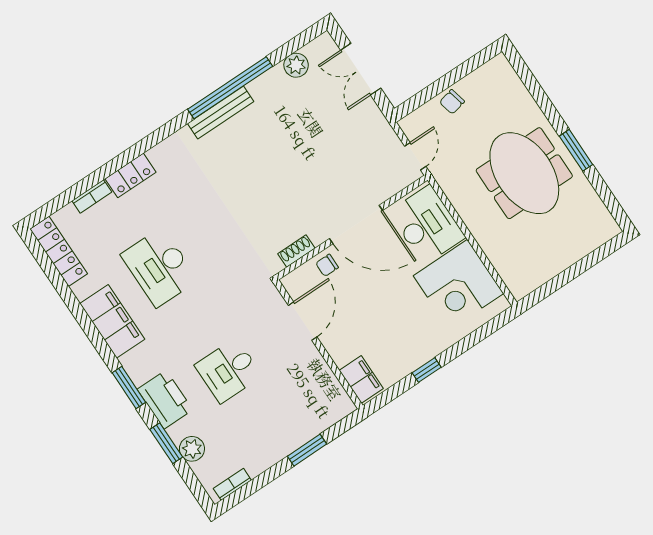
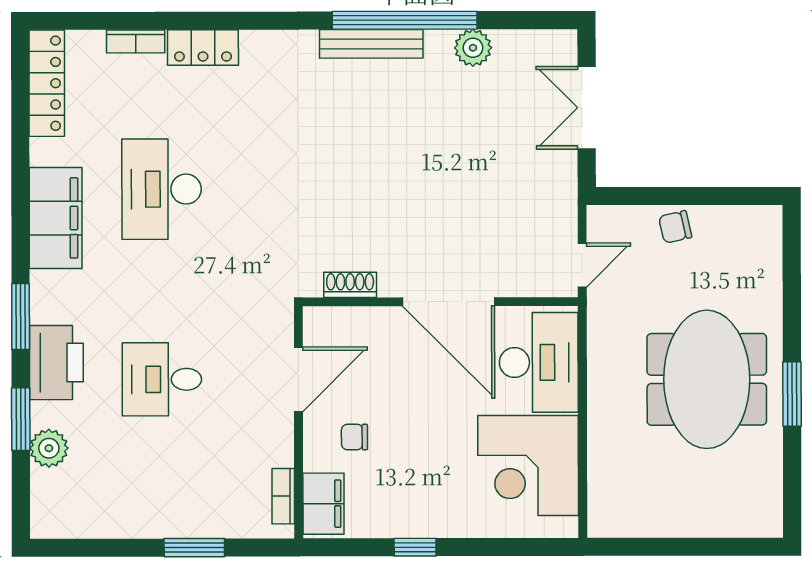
plant: (296, 65) -> (473, 48), moved
chair: (327, 265) -> (354, 437), moved
bookcase: (232, 484) -> (283, 496), moved, turned -90

